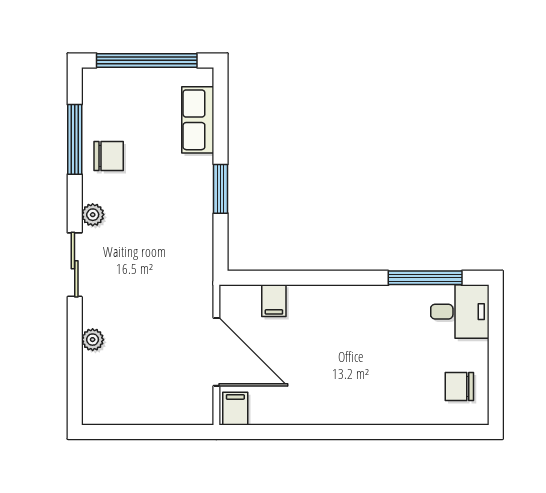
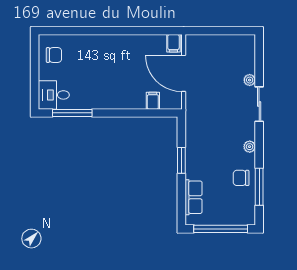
sliding door: (75, 265) -> (259, 104), moved

